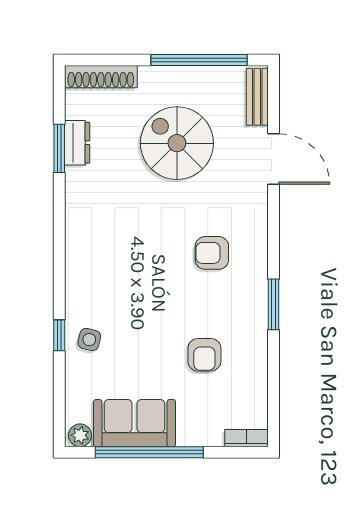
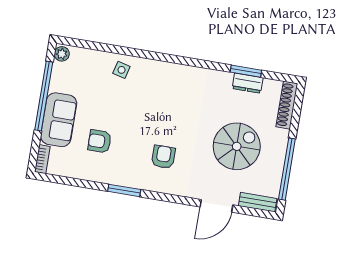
window: (59, 335) -> (127, 51), removed
sofa: (135, 423) -> (59, 120), moved

